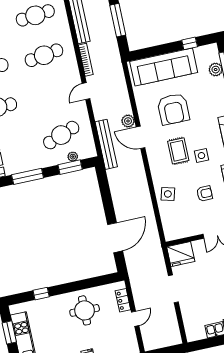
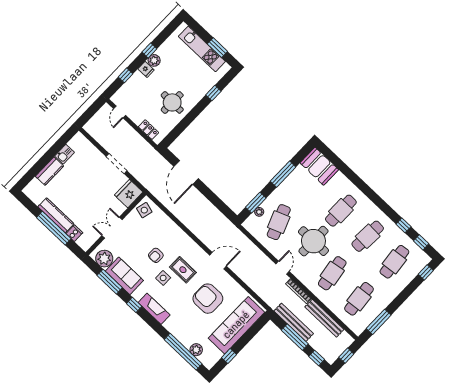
round table: (41, 96) -> (313, 241), added
plant: (128, 121) -> (236, 267), removed
bench: (106, 144) -> (294, 322), moved
armchair: (204, 193) -> (156, 255), moved
side table: (168, 194) -> (144, 210), moved
door: (135, 319) -> (120, 112), moved

